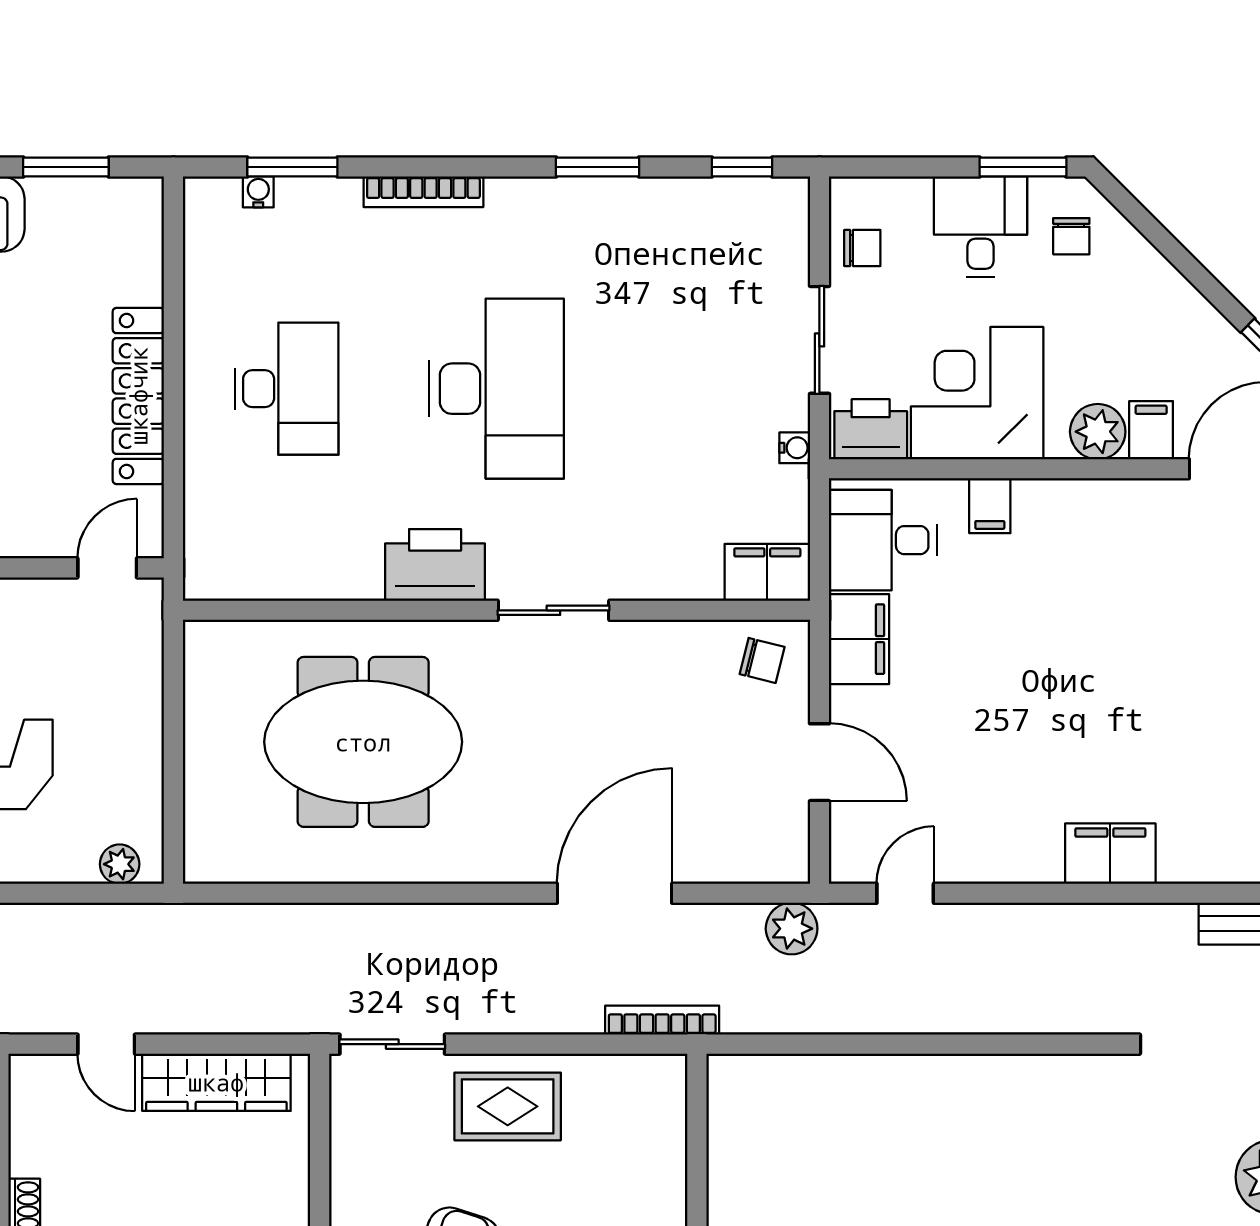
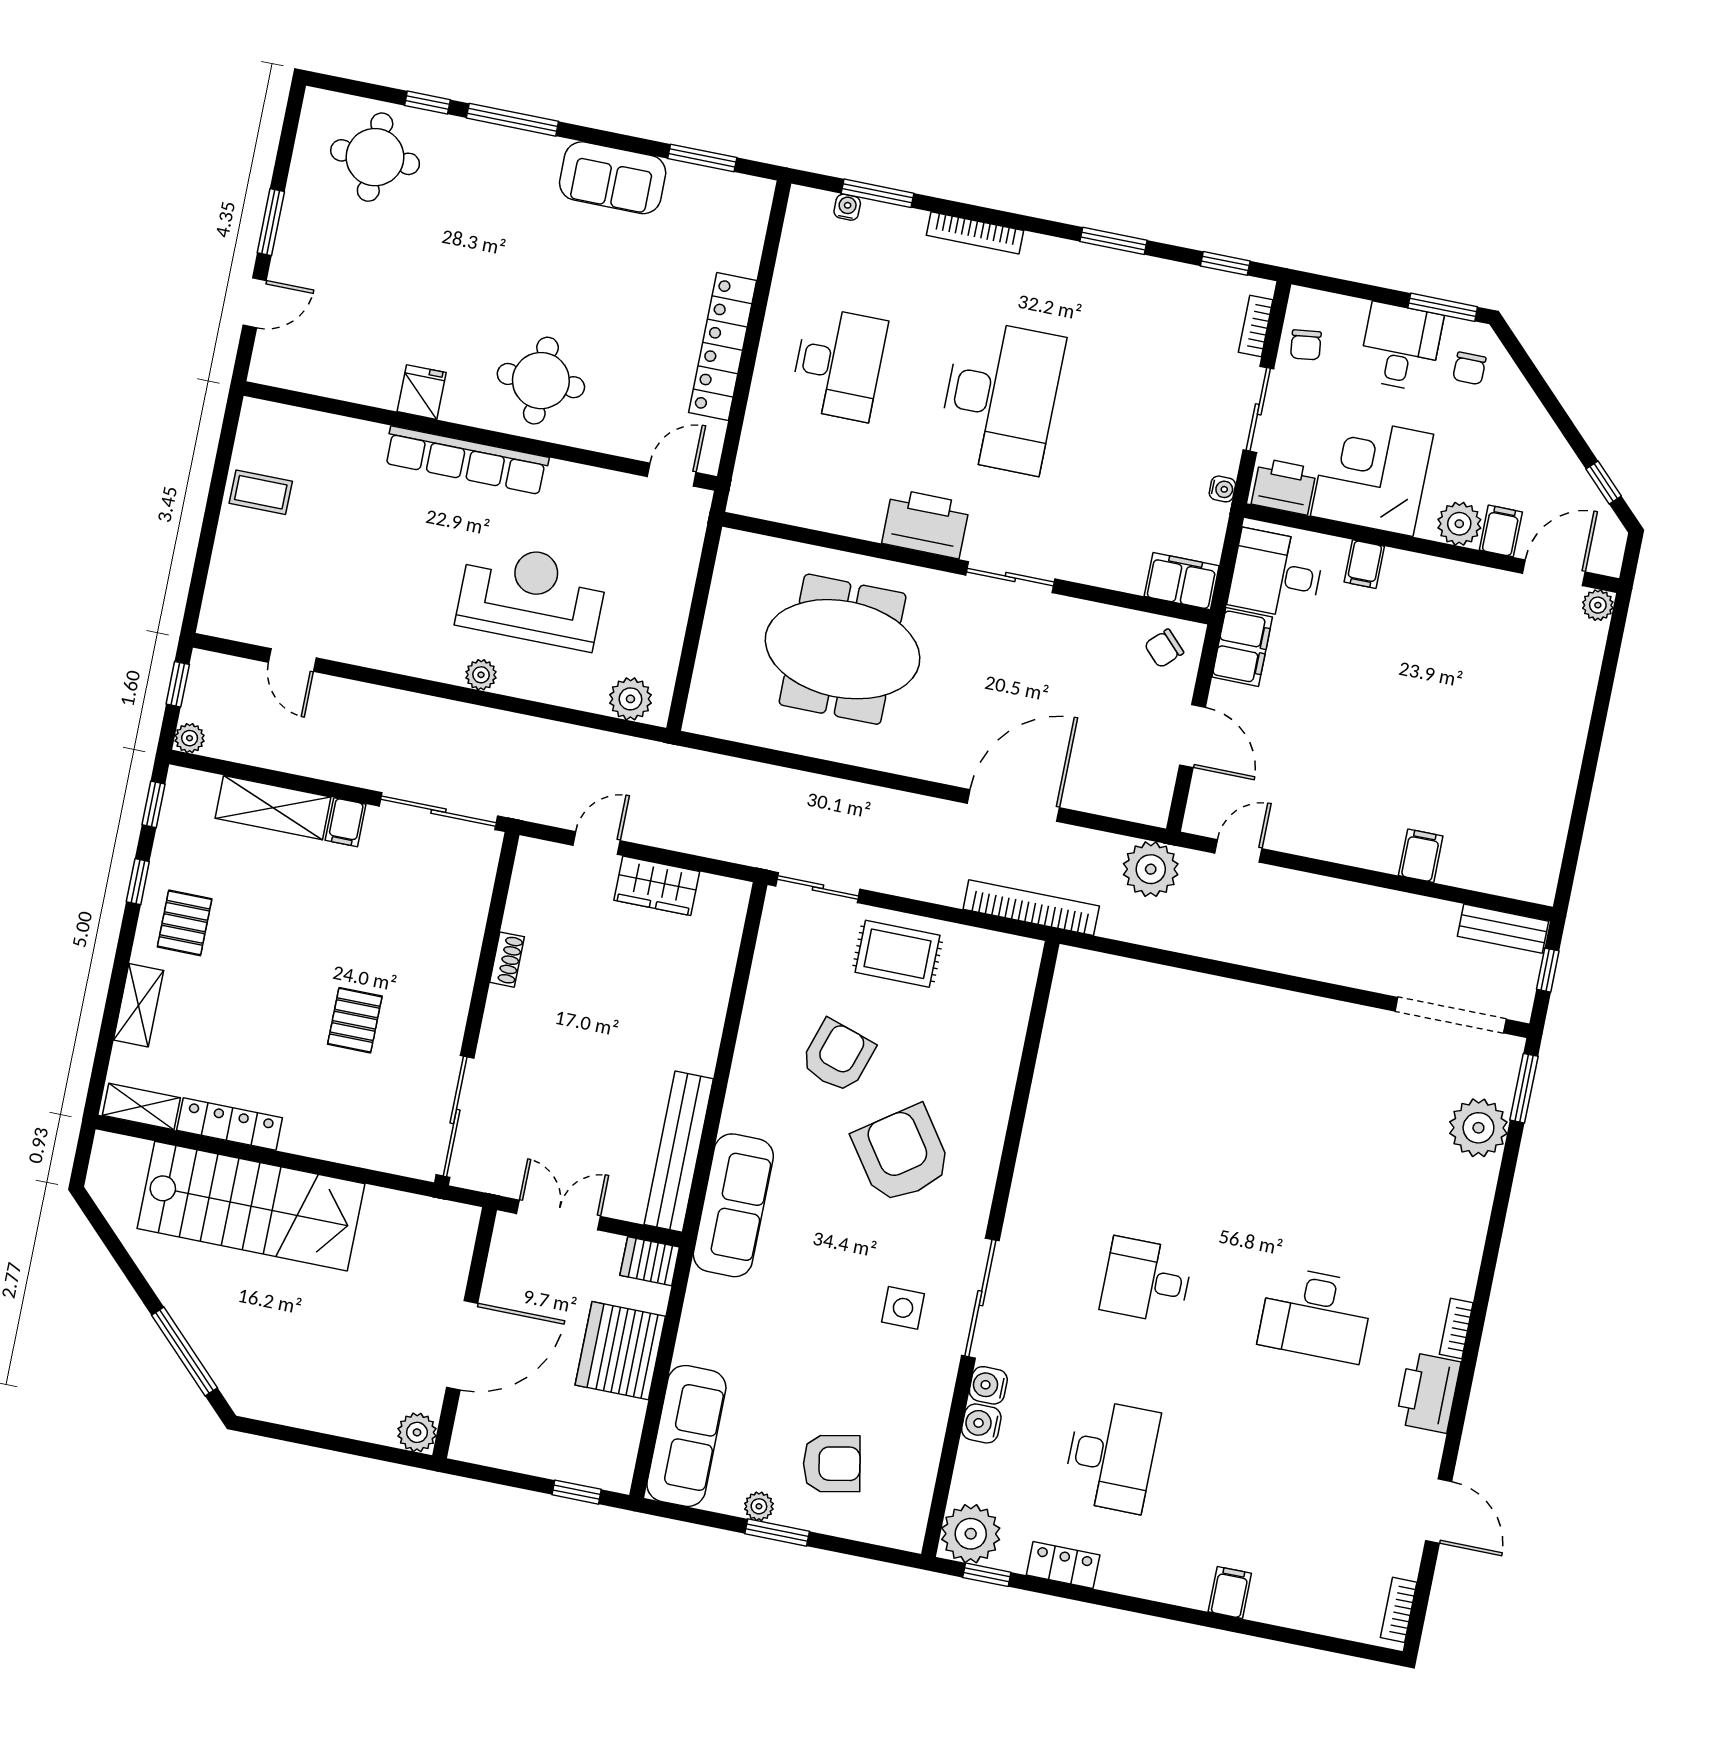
bookcase: (795, 237) -> (1256, 326), added
chair: (862, 248) -> (1306, 345), turned 83
chair: (762, 660) -> (1164, 648), turned 122
filing cabinet: (1110, 854) -> (1421, 856), width x0.50
plant: (120, 864) -> (630, 699), width x1.38, depth x1.38
plant: (792, 929) -> (1151, 869), width x1.36, depth x1.36
bookcase: (662, 1020) -> (1031, 908), width x1.48, depth x1.31
door: (106, 1044) -> (597, 843), swing flipped
wardrobe: (216, 1082) -> (657, 886), width x0.67

